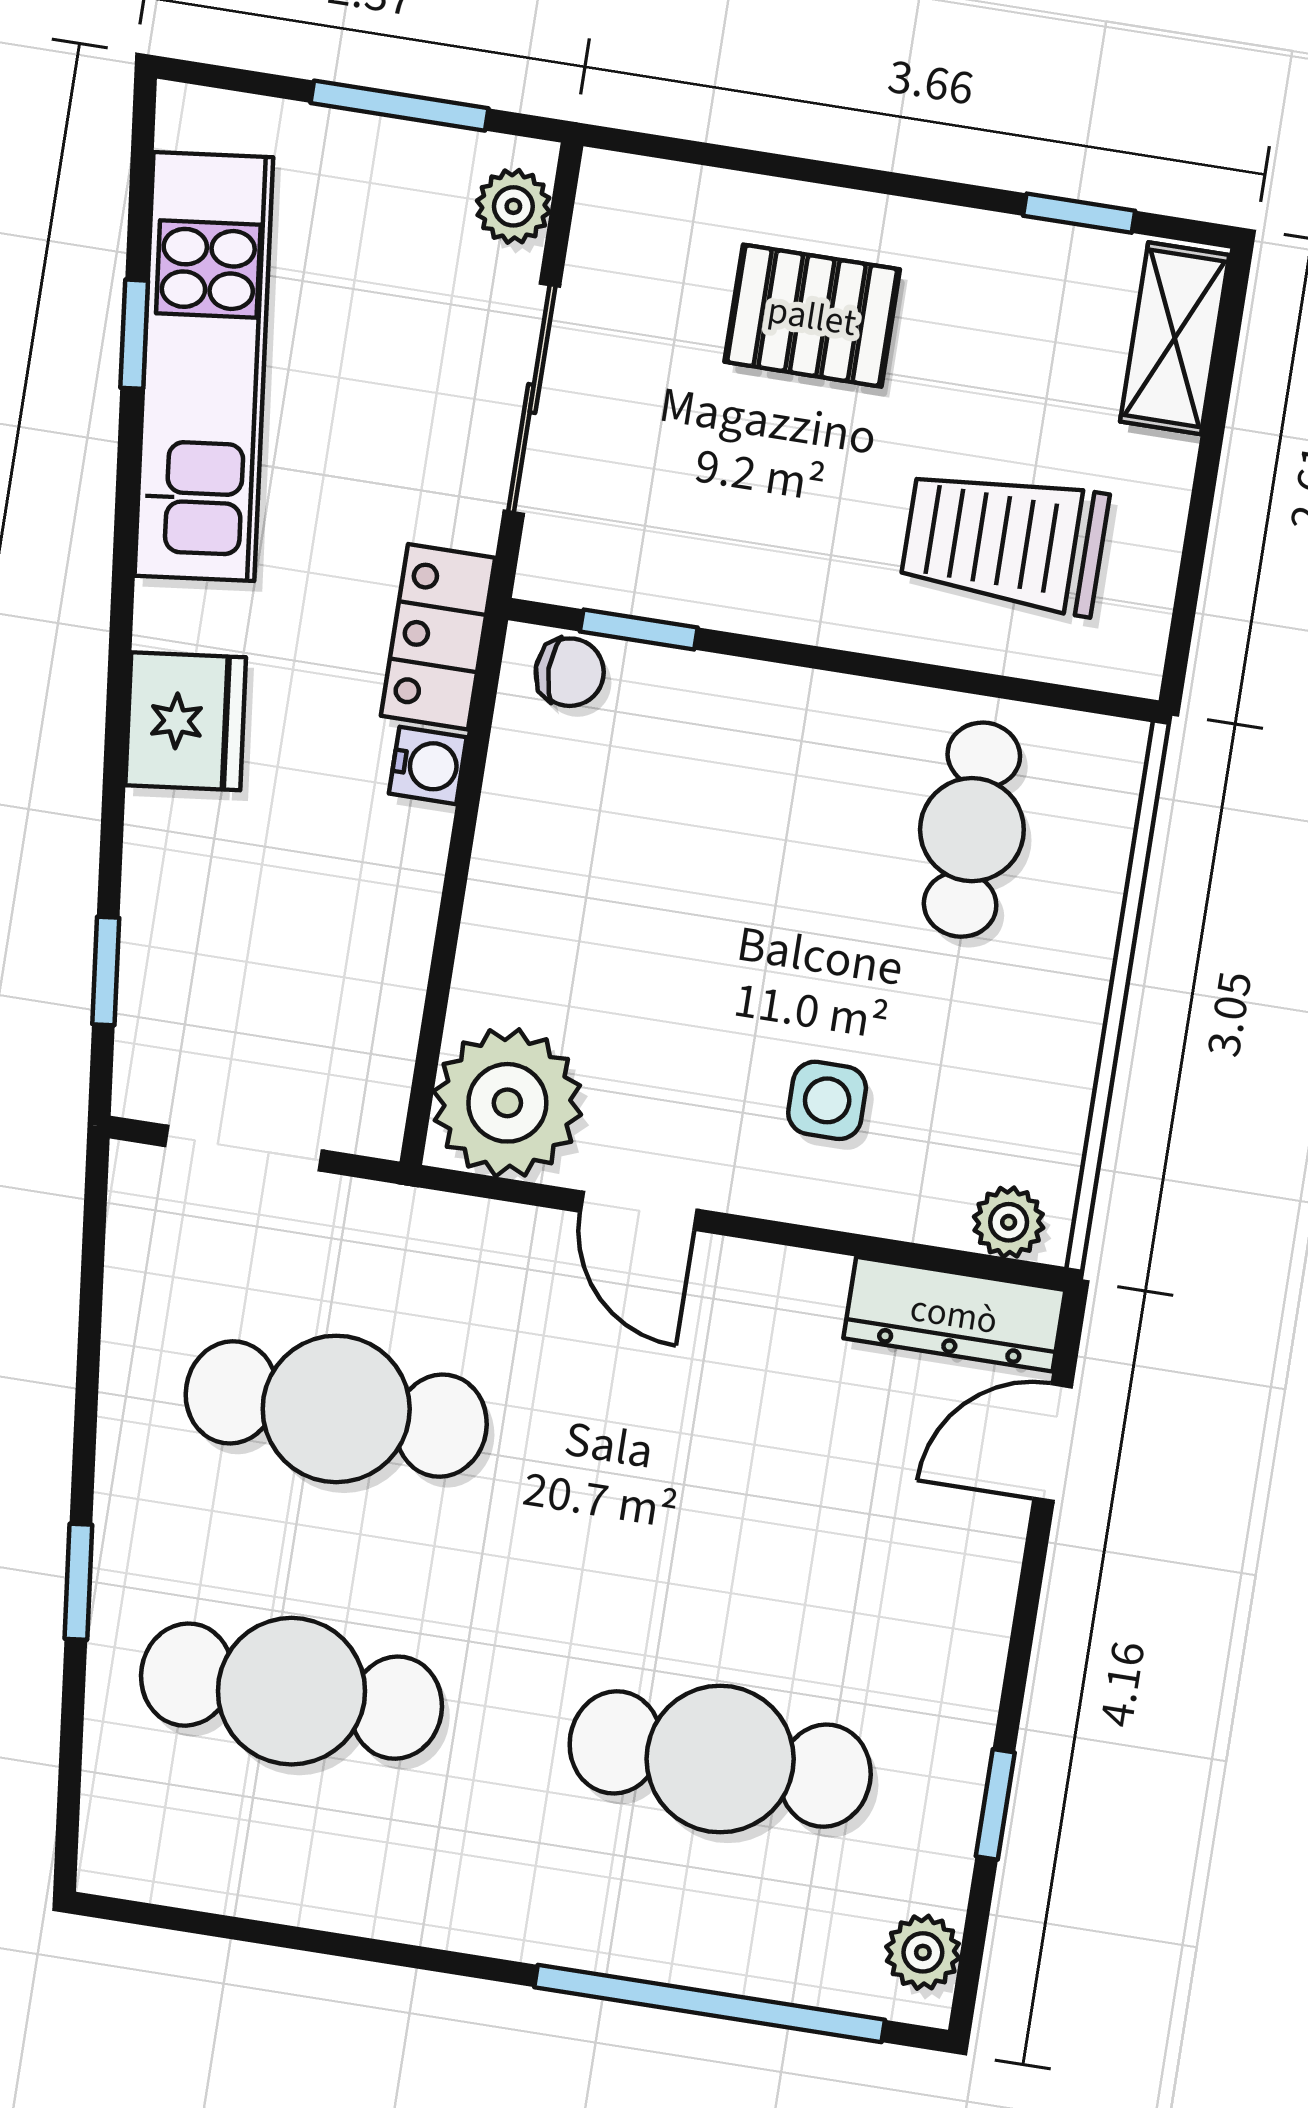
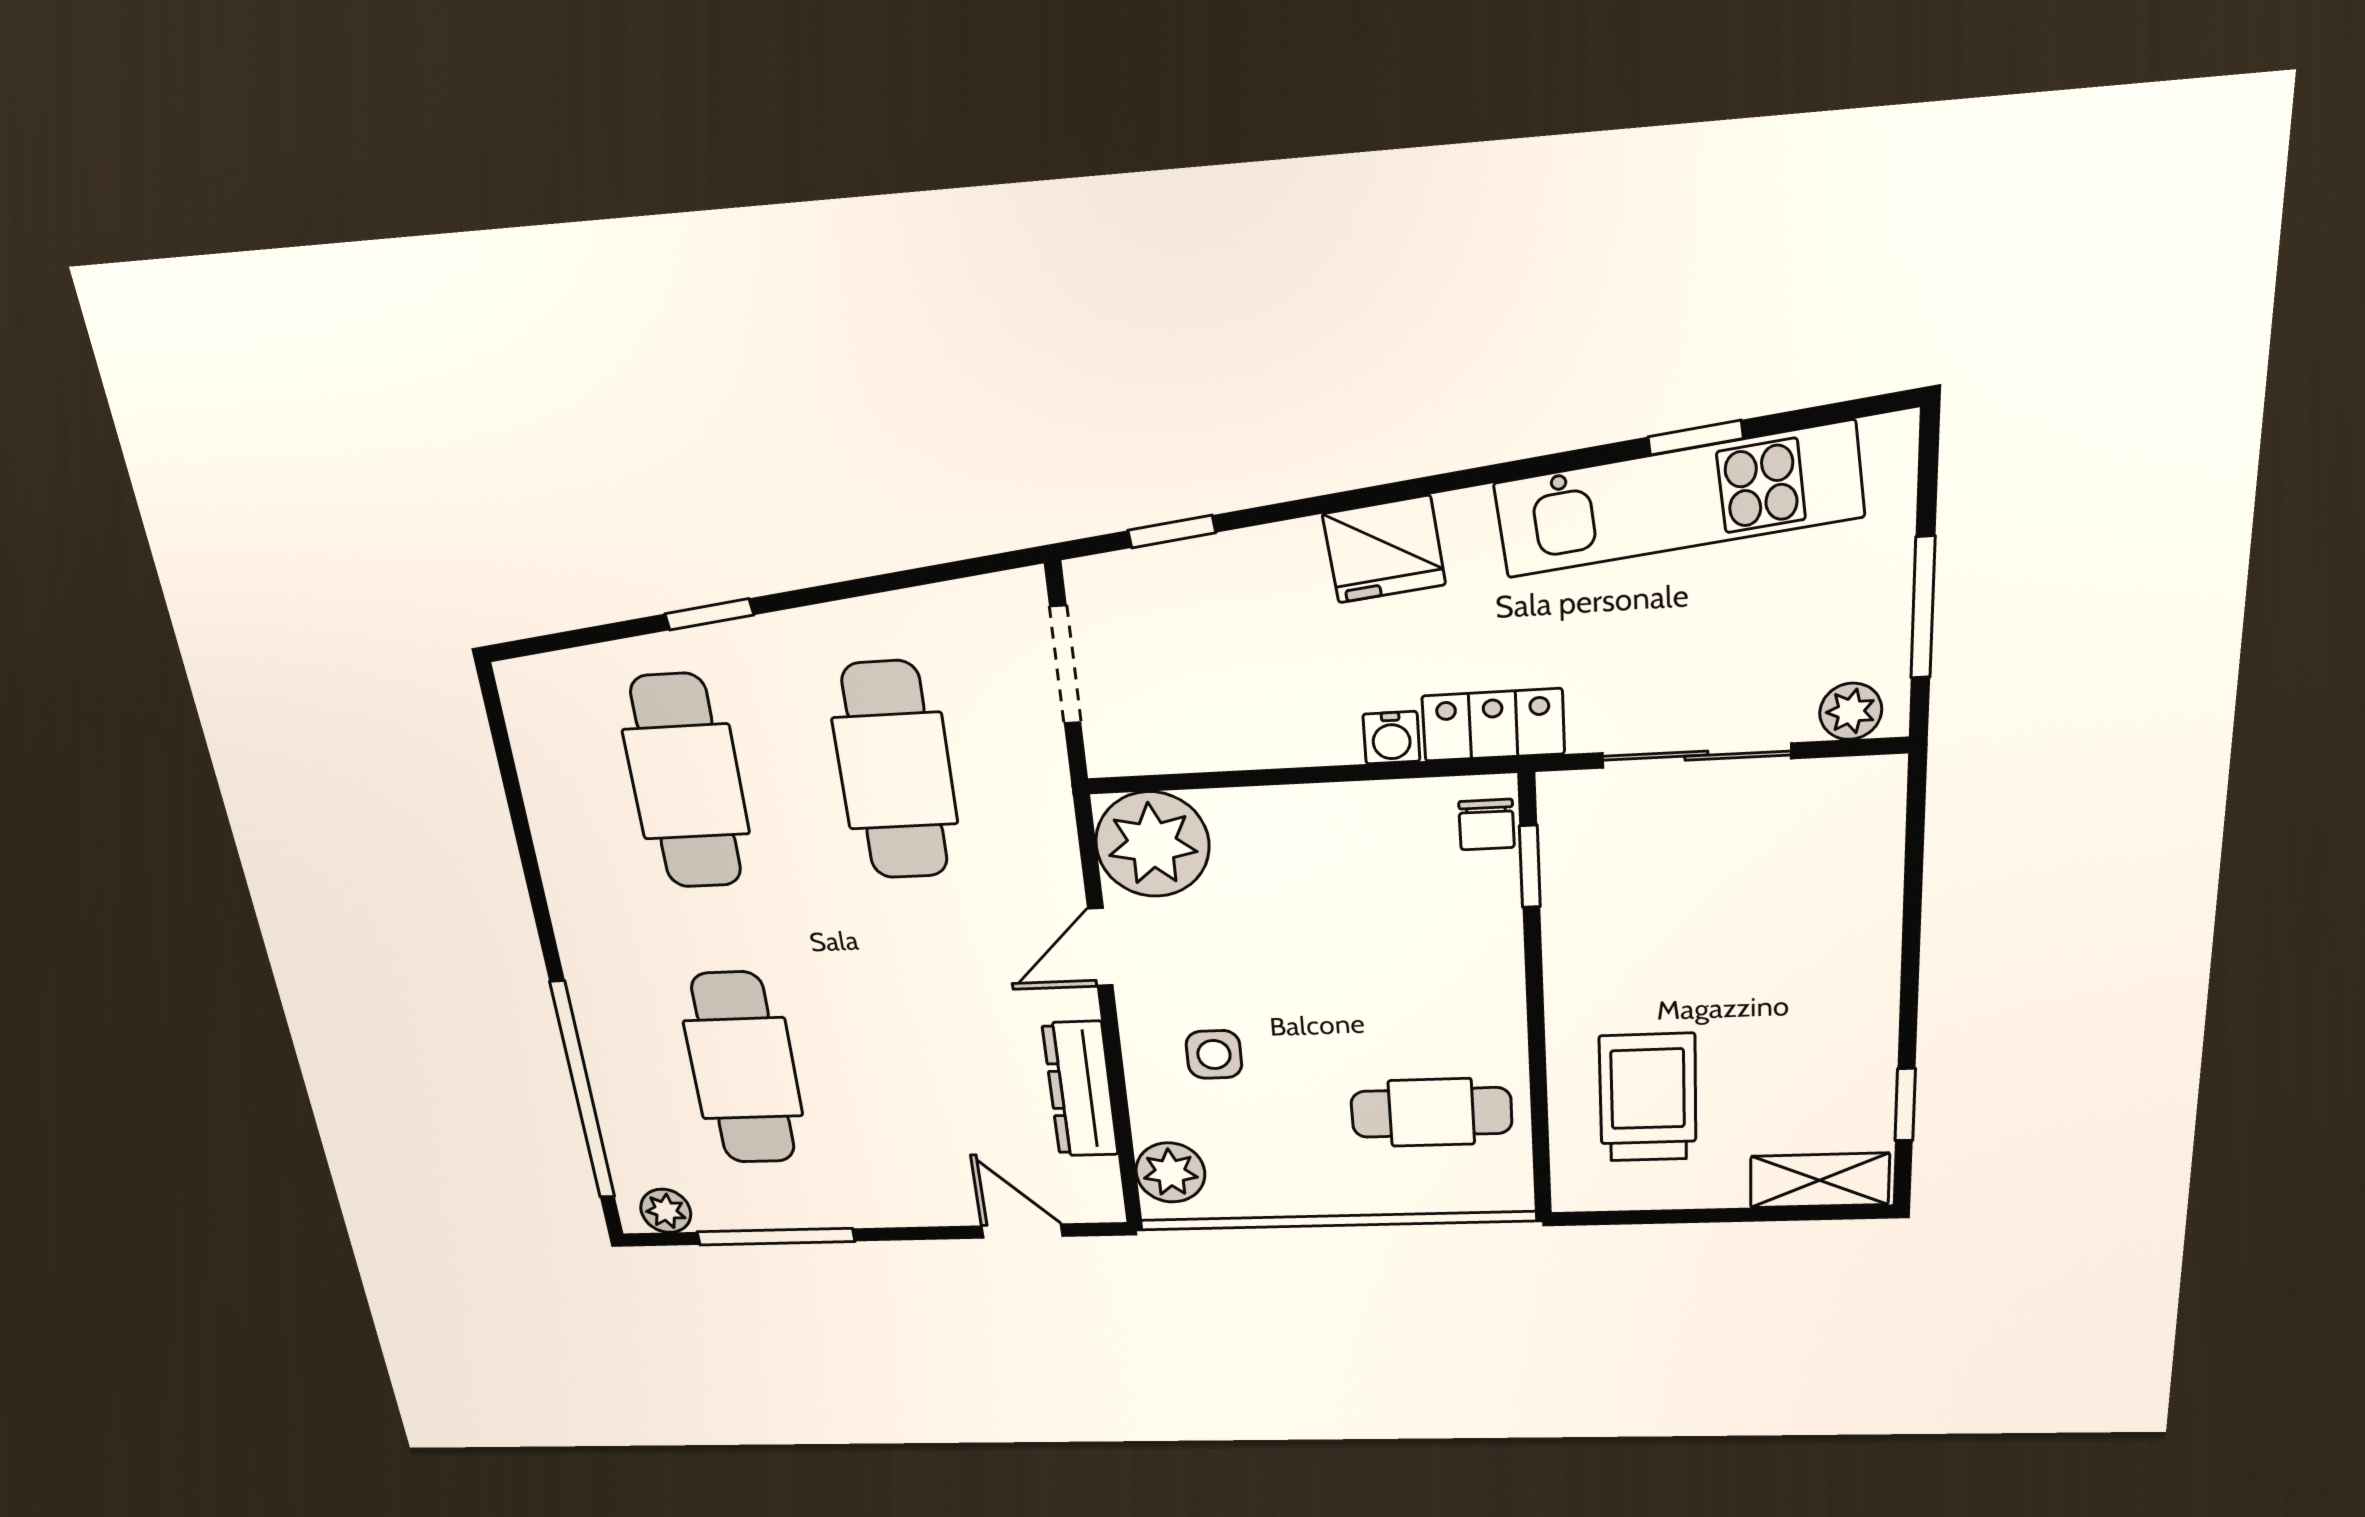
pallet: (812, 316) -> (1797, 941), removed
plant: (1009, 1222) -> (1170, 1172), width x1.38, depth x1.38
dresser: (954, 1314) -> (1080, 1089), moved
window: (995, 1804) -> (776, 1237), width x2.17

